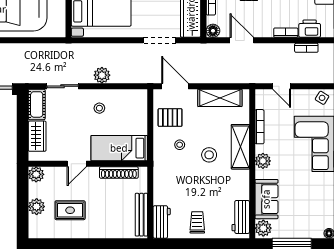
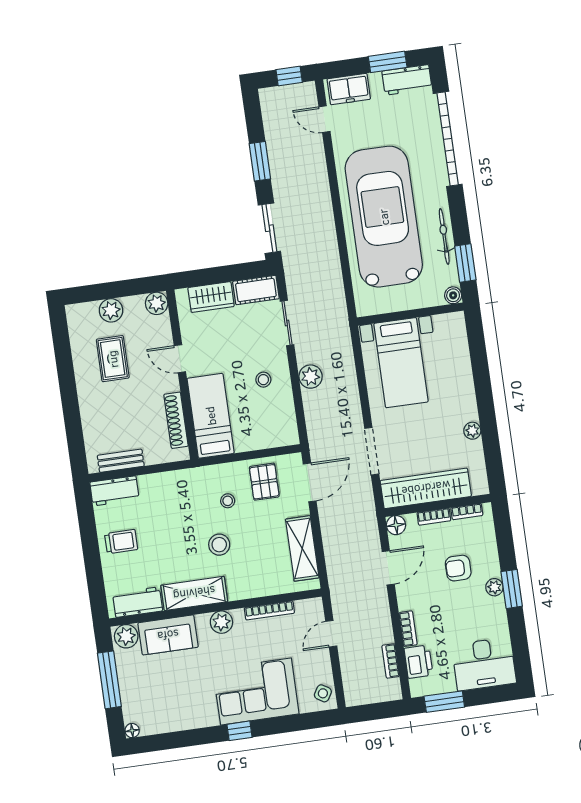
shelving: (240, 147) -> (194, 593), moved
bench: (141, 215) -> (121, 461), width x0.73

